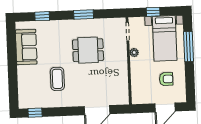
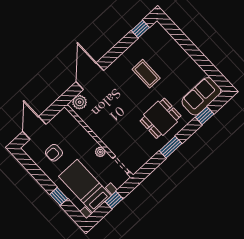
sofa: (26, 47) -> (201, 96), moved, turned 90
window: (189, 47) -> (59, 196), width x0.46
dining table: (88, 50) -> (160, 118), moved
plant: (119, 98) -> (80, 102), added

